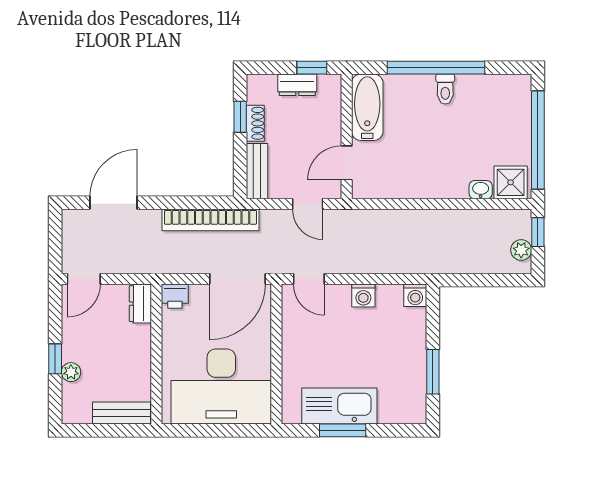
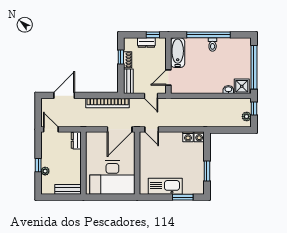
door: (84, 279) -> (51, 129), swing flipped
printer: (175, 296) -> (92, 137), removed
washing machine: (363, 296) -> (188, 137), moved
window: (343, 430) -> (183, 197), moved

